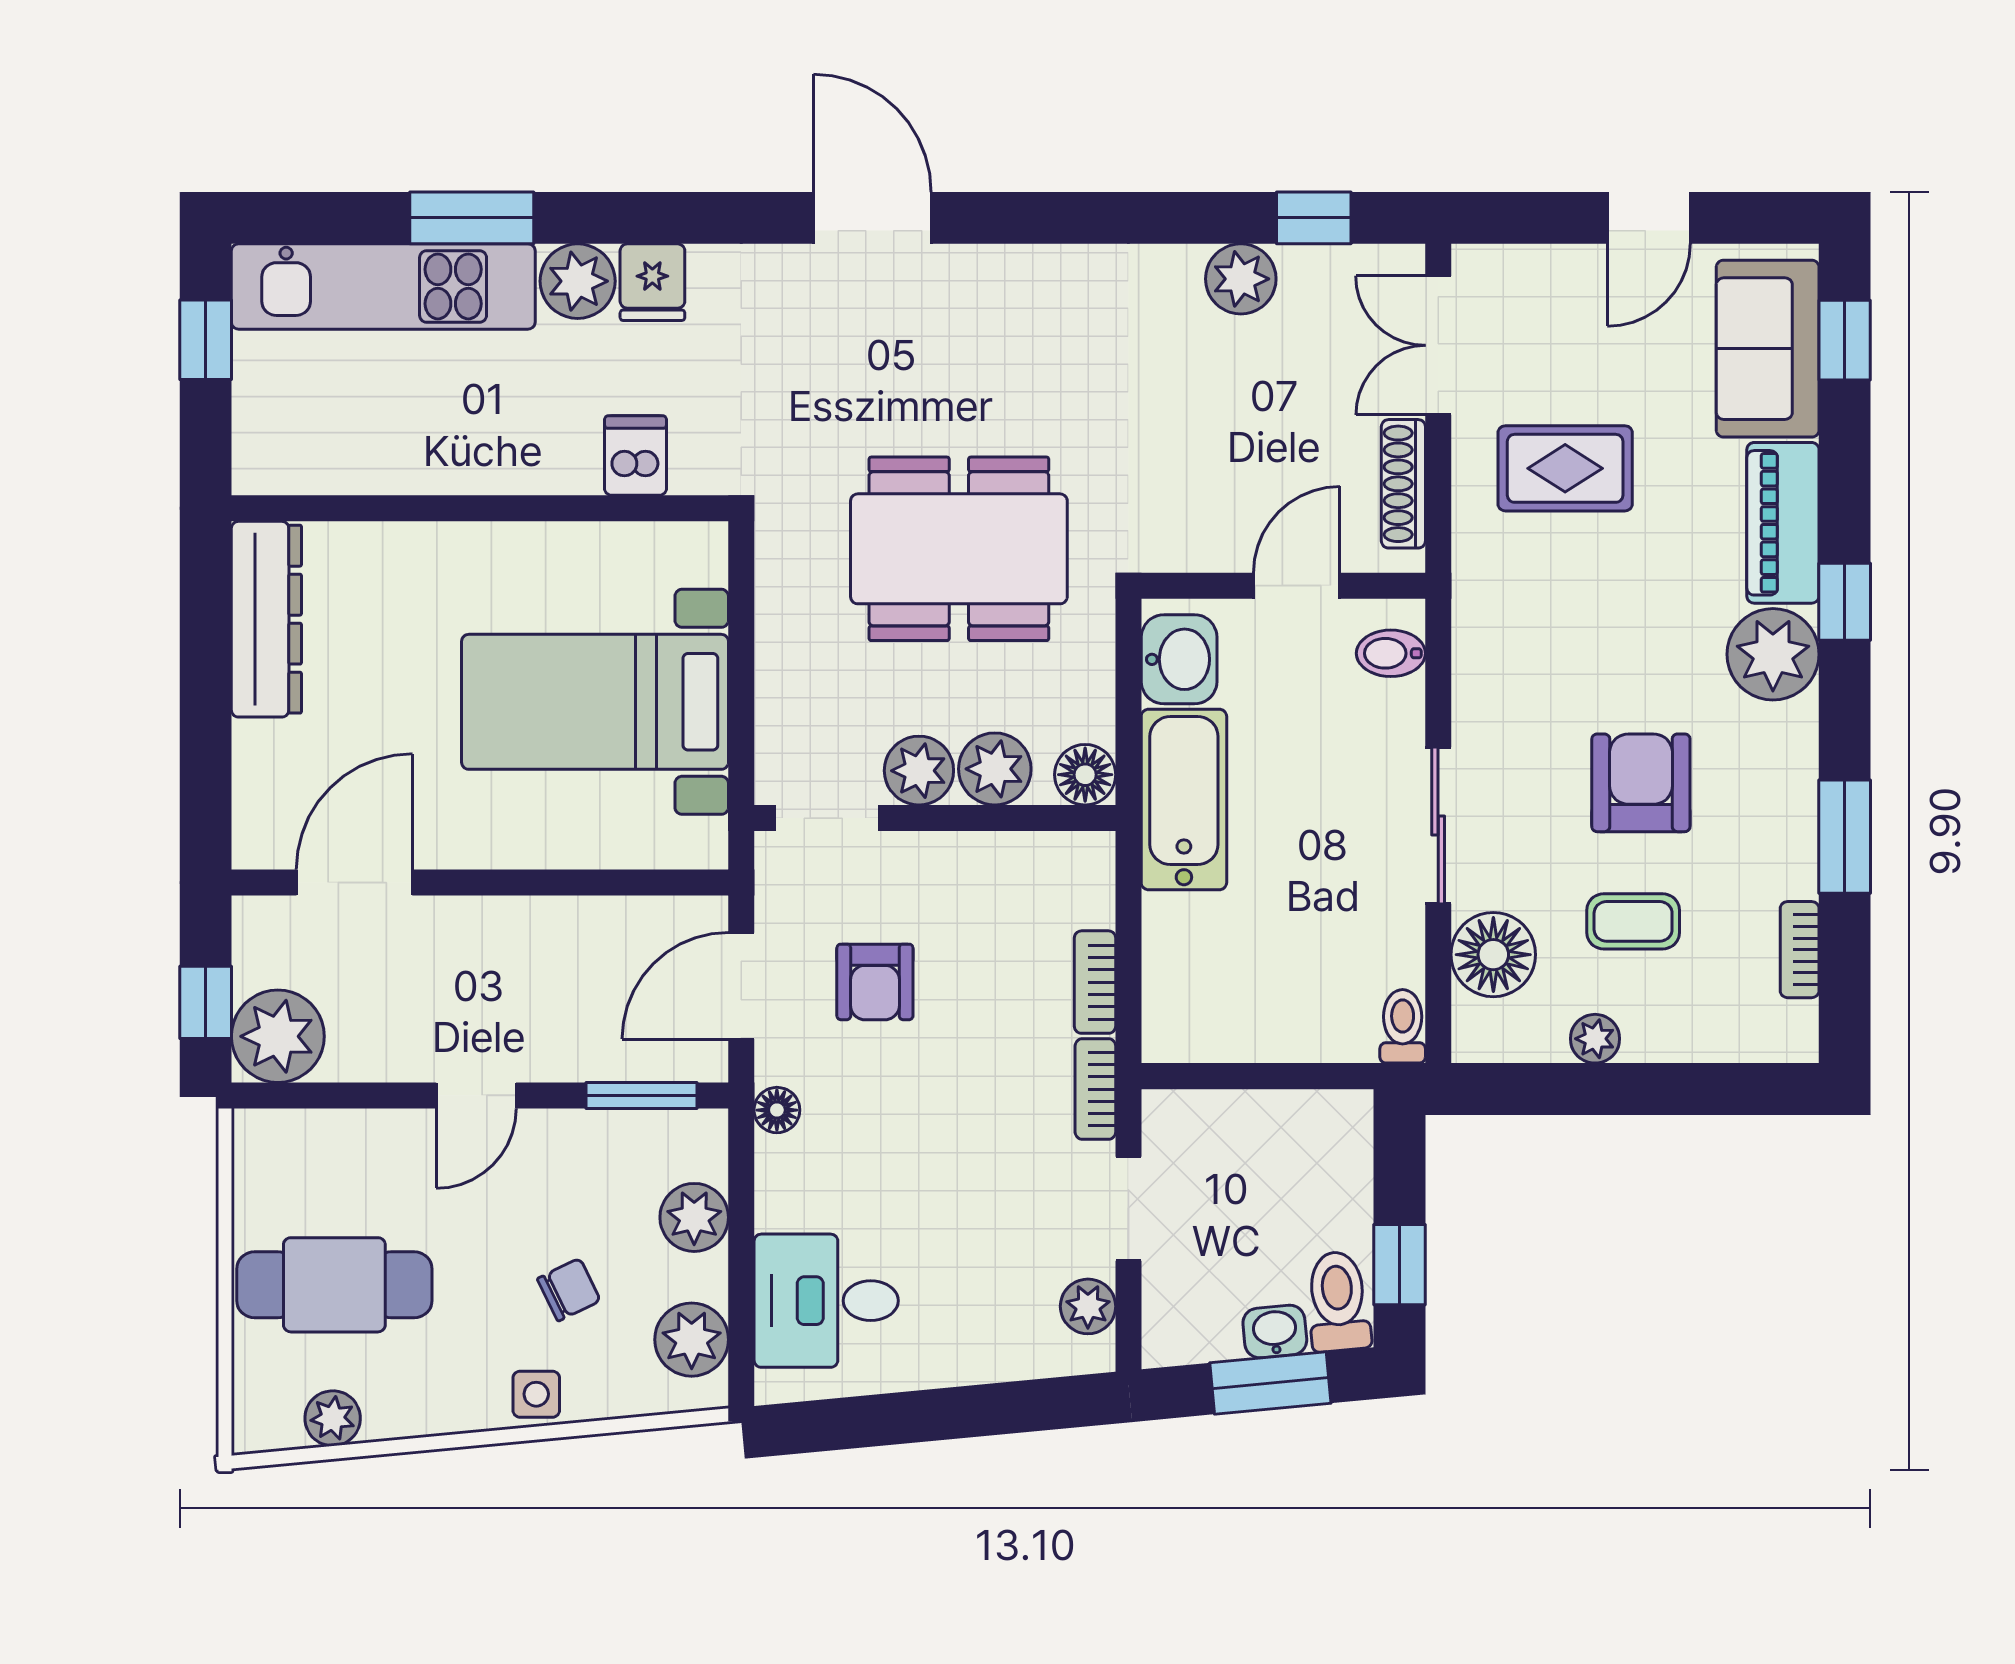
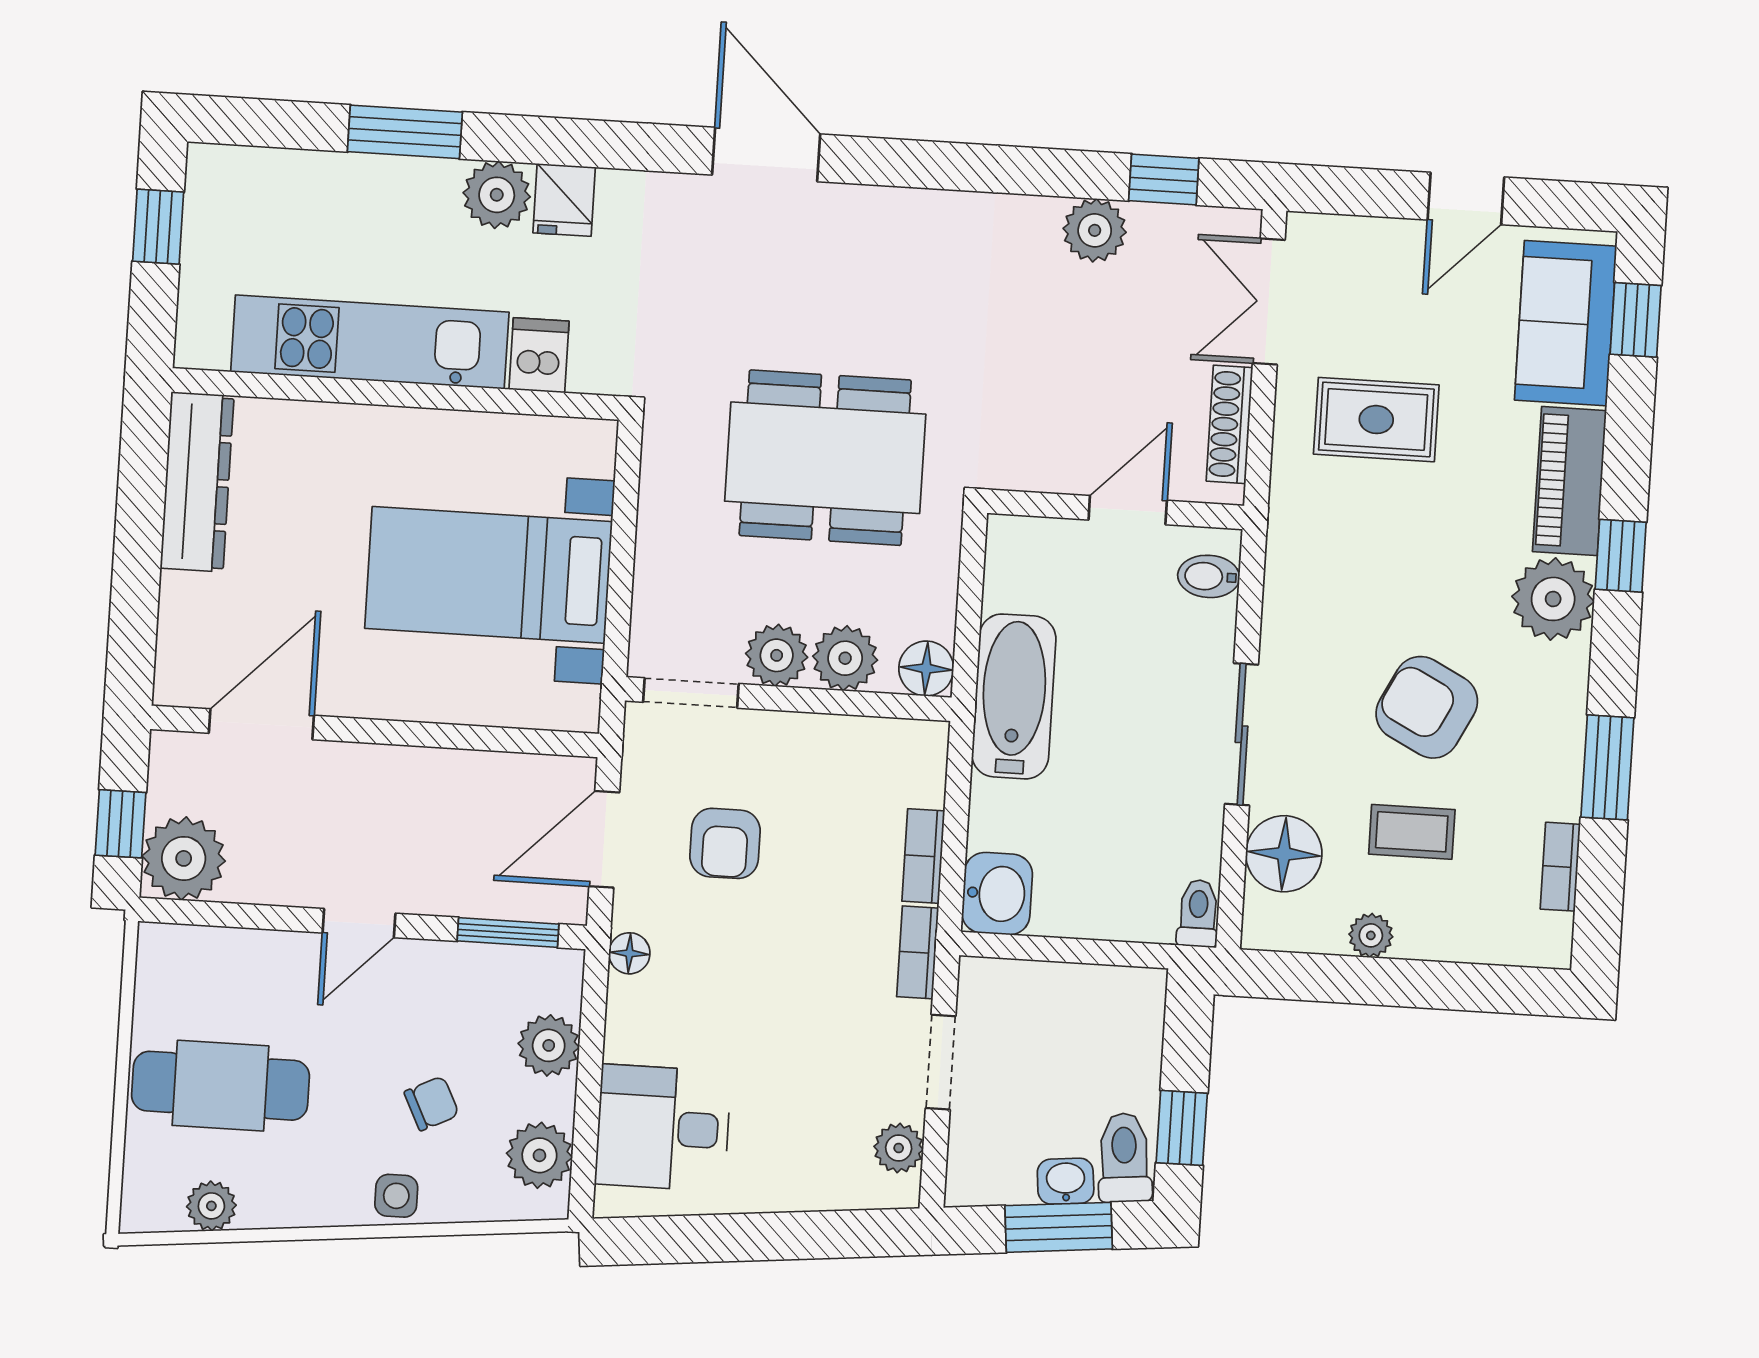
kitchen unit: (383, 286) -> (370, 342), moved, turned 180
washbasin: (1179, 659) -> (997, 894), moved
armchair: (1641, 783) -> (1427, 707), turned -63

